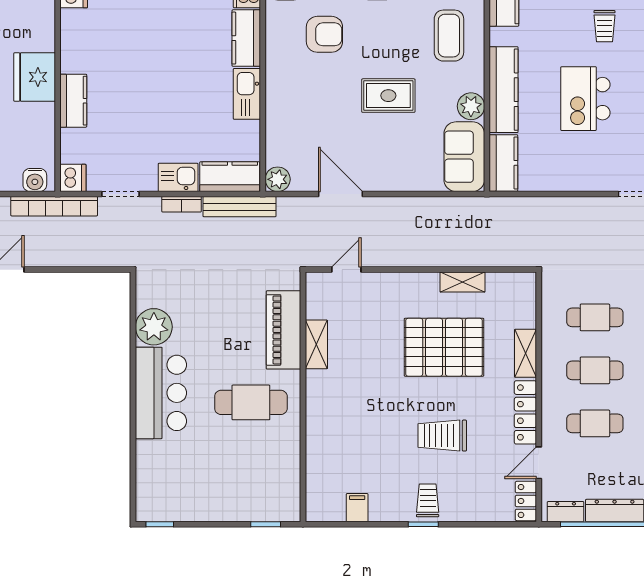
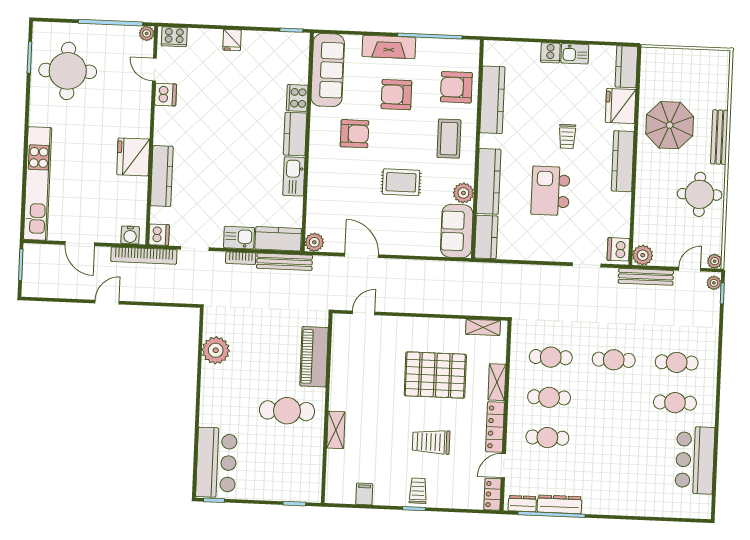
kitchen counter: (73, 101) -> (162, 176), width x1.50
shelving: (463, 282) -> (483, 327), moved
shelving: (316, 344) -> (336, 430), moved
bar counter: (161, 393) -> (216, 463), moved

